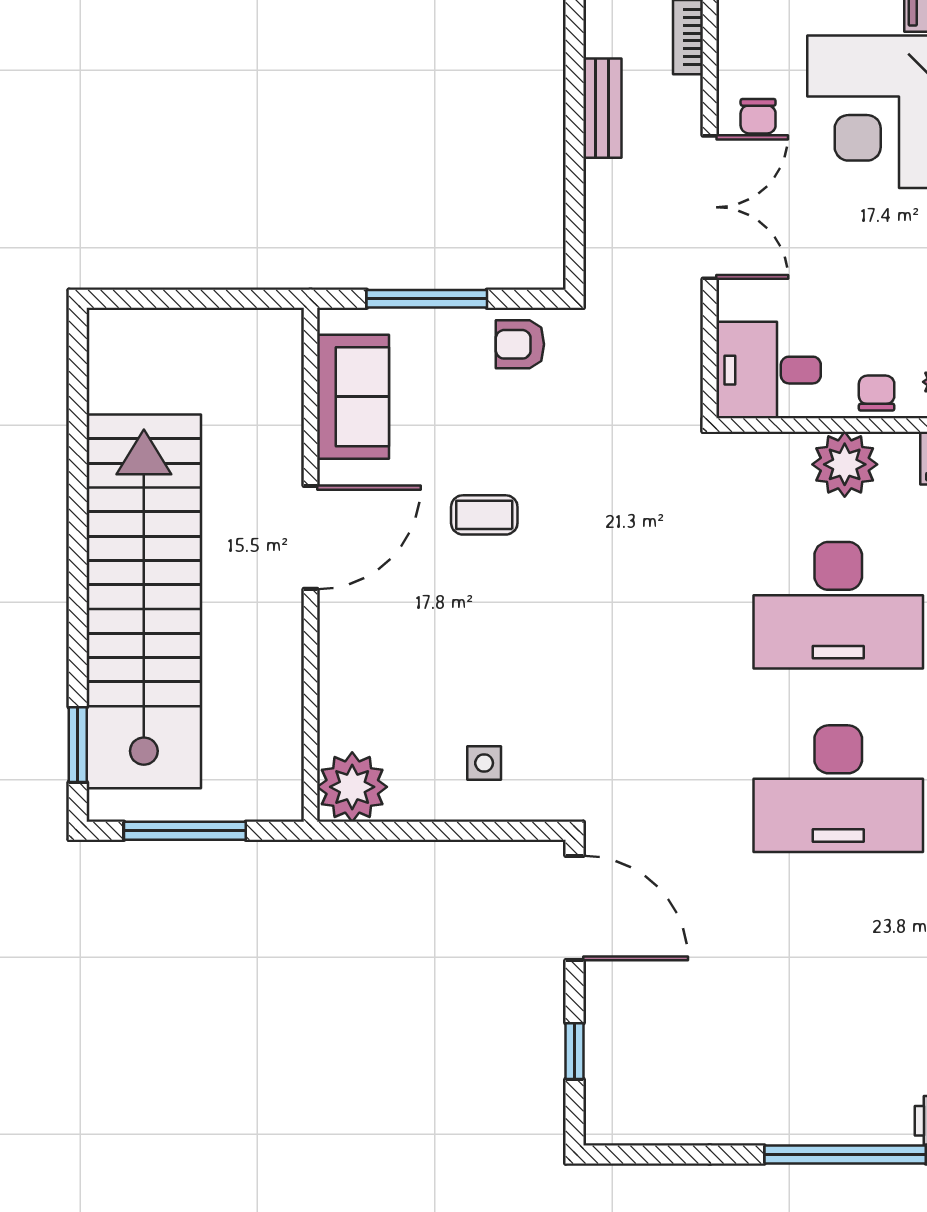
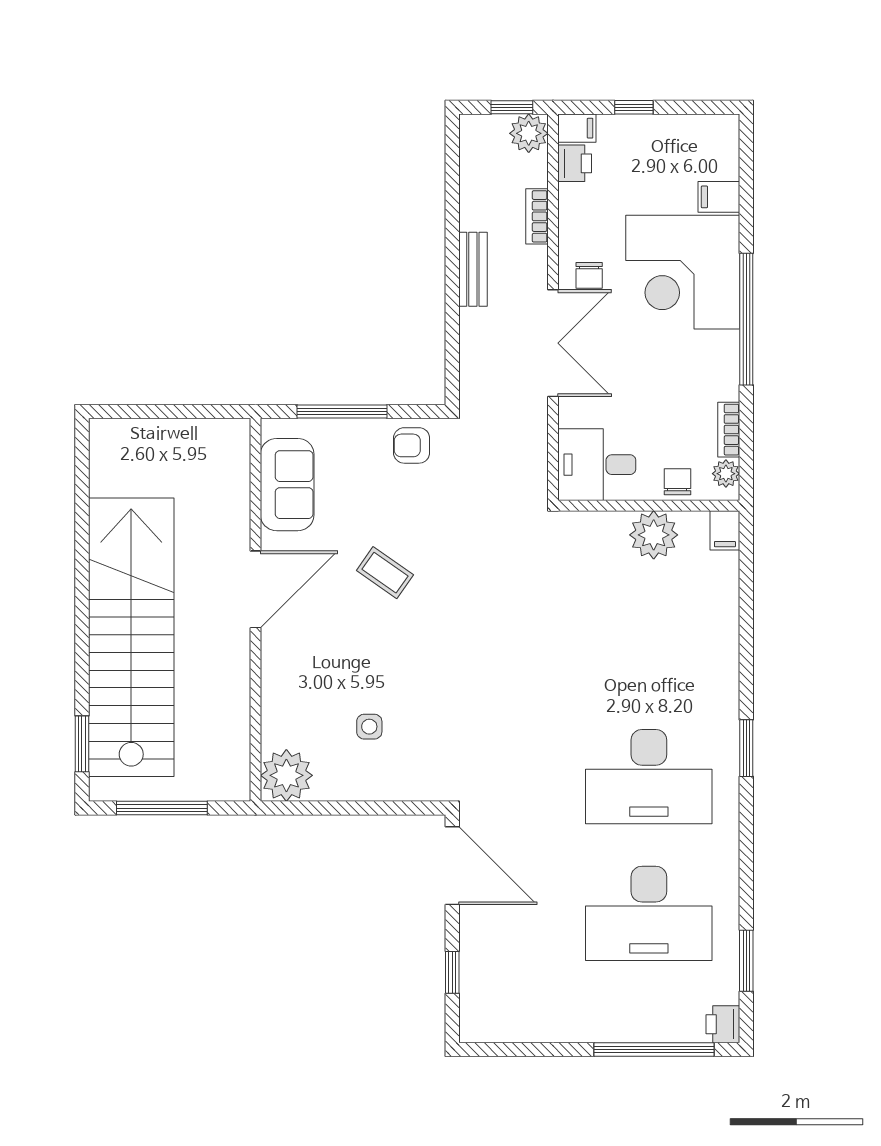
coffee table: (484, 515) -> (385, 573), turned 35
desk: (838, 605) -> (649, 913), moved
side table: (484, 763) -> (369, 727), moved

